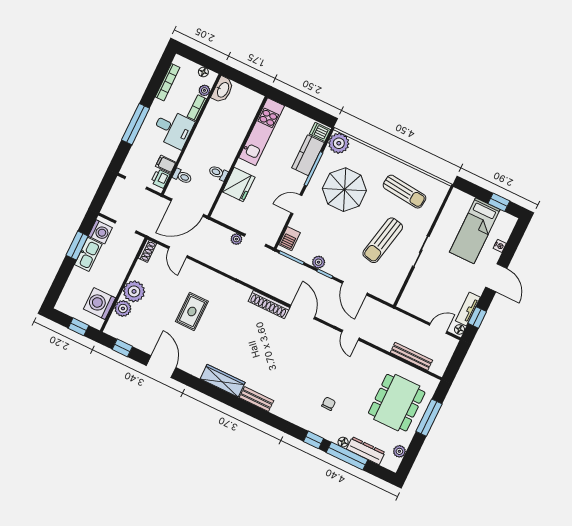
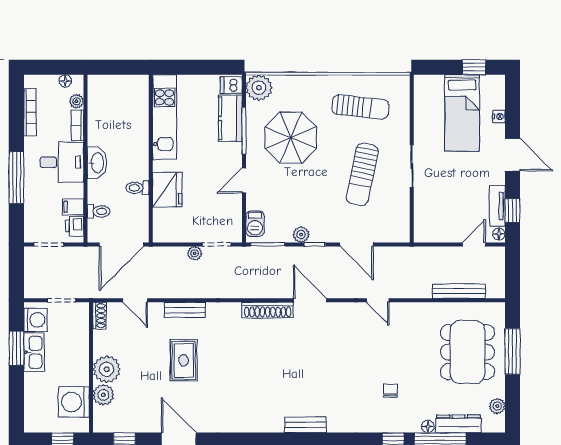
washbasin: (223, 90) -> (97, 163), moved
bench: (210, 276) -> (185, 310), added
wardrobe: (223, 381) -> (257, 422), removed

